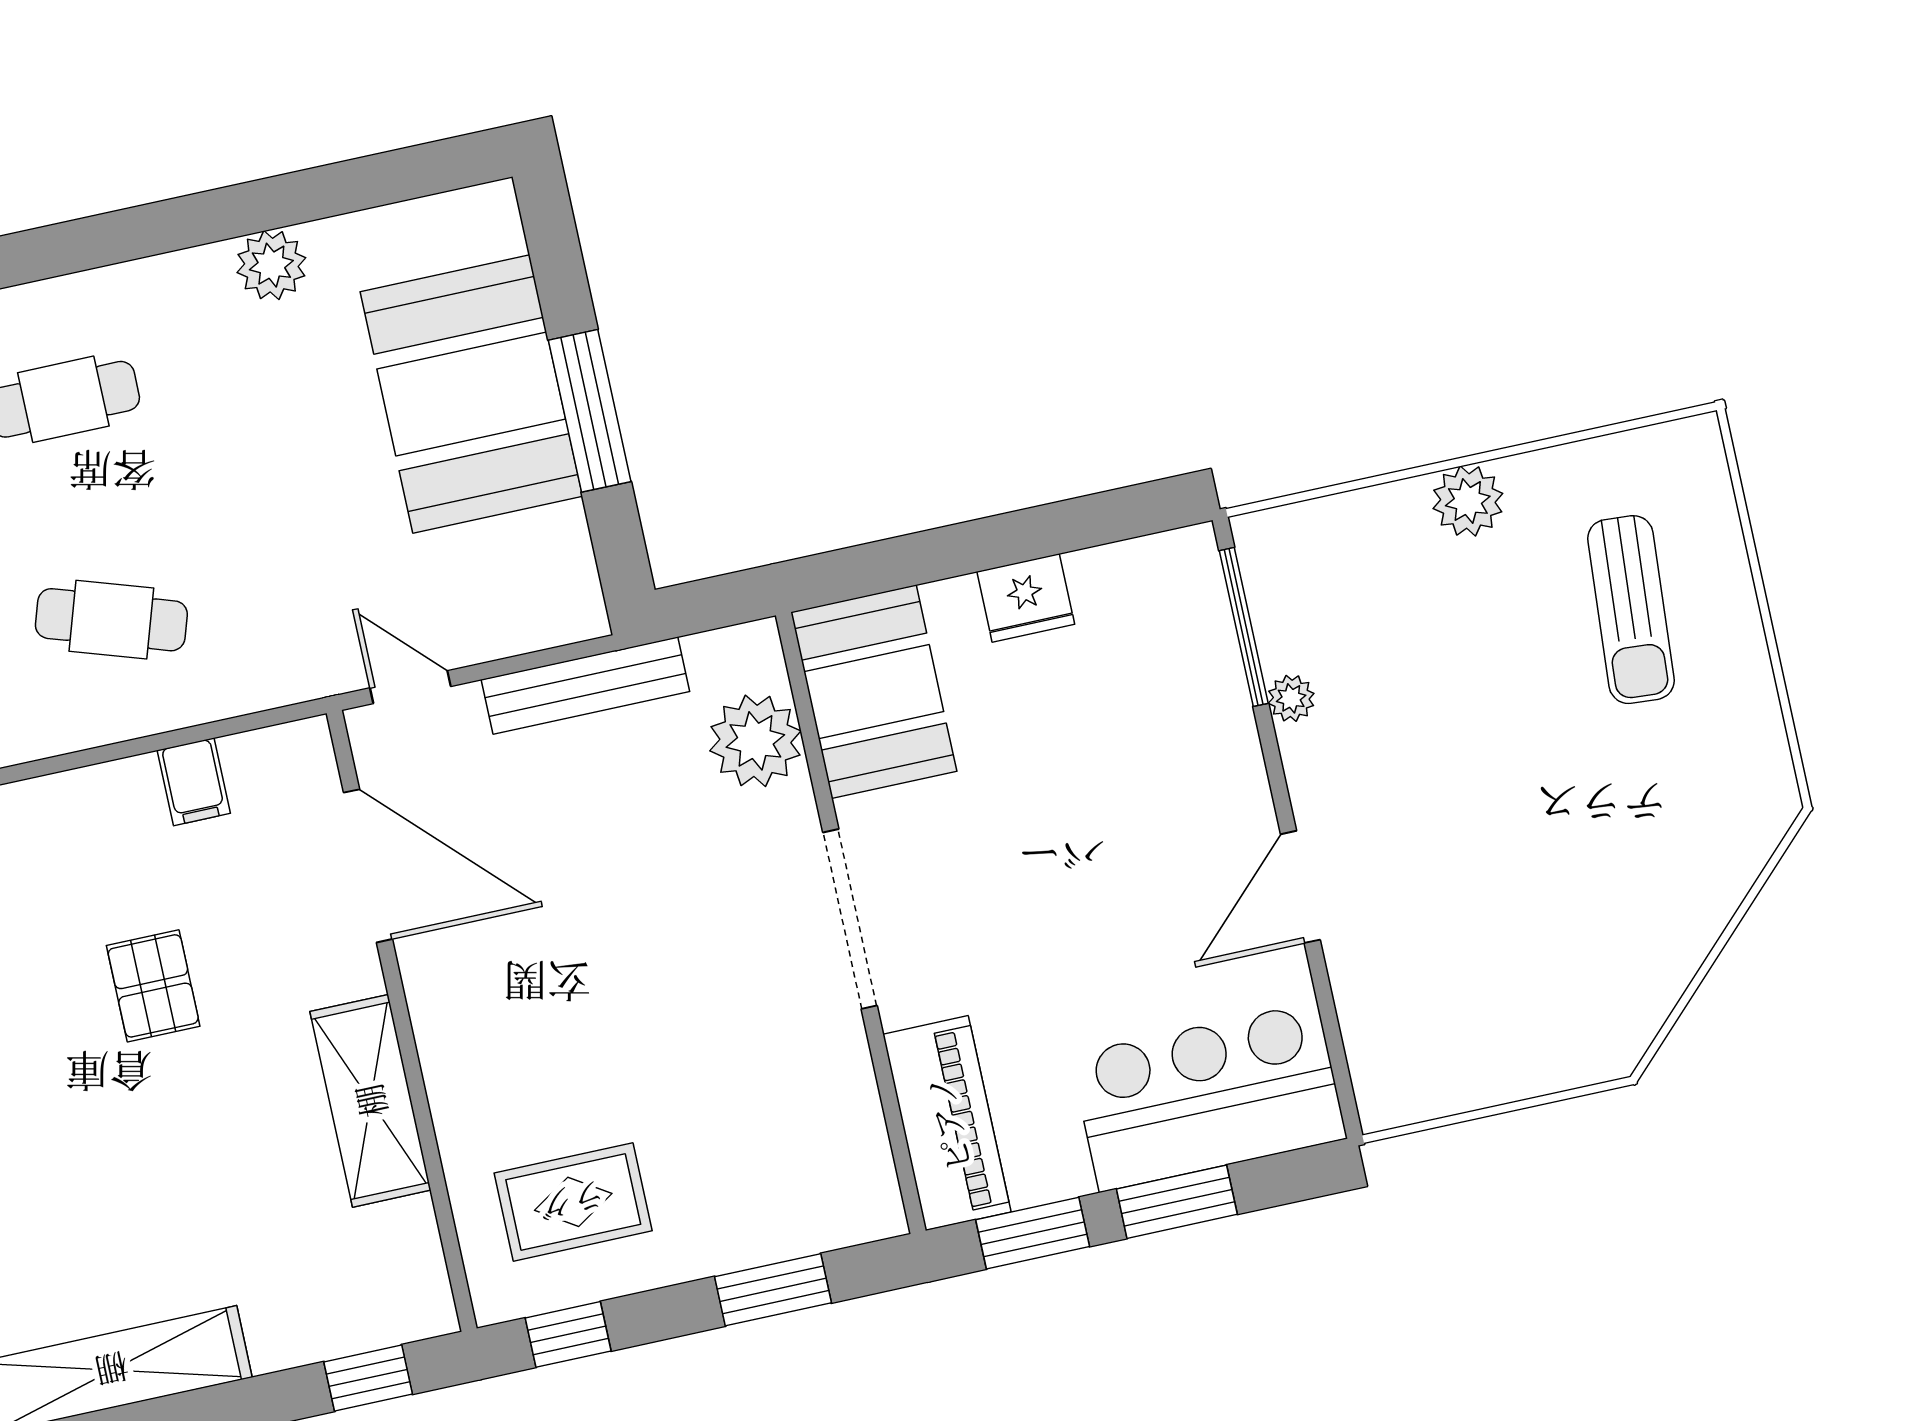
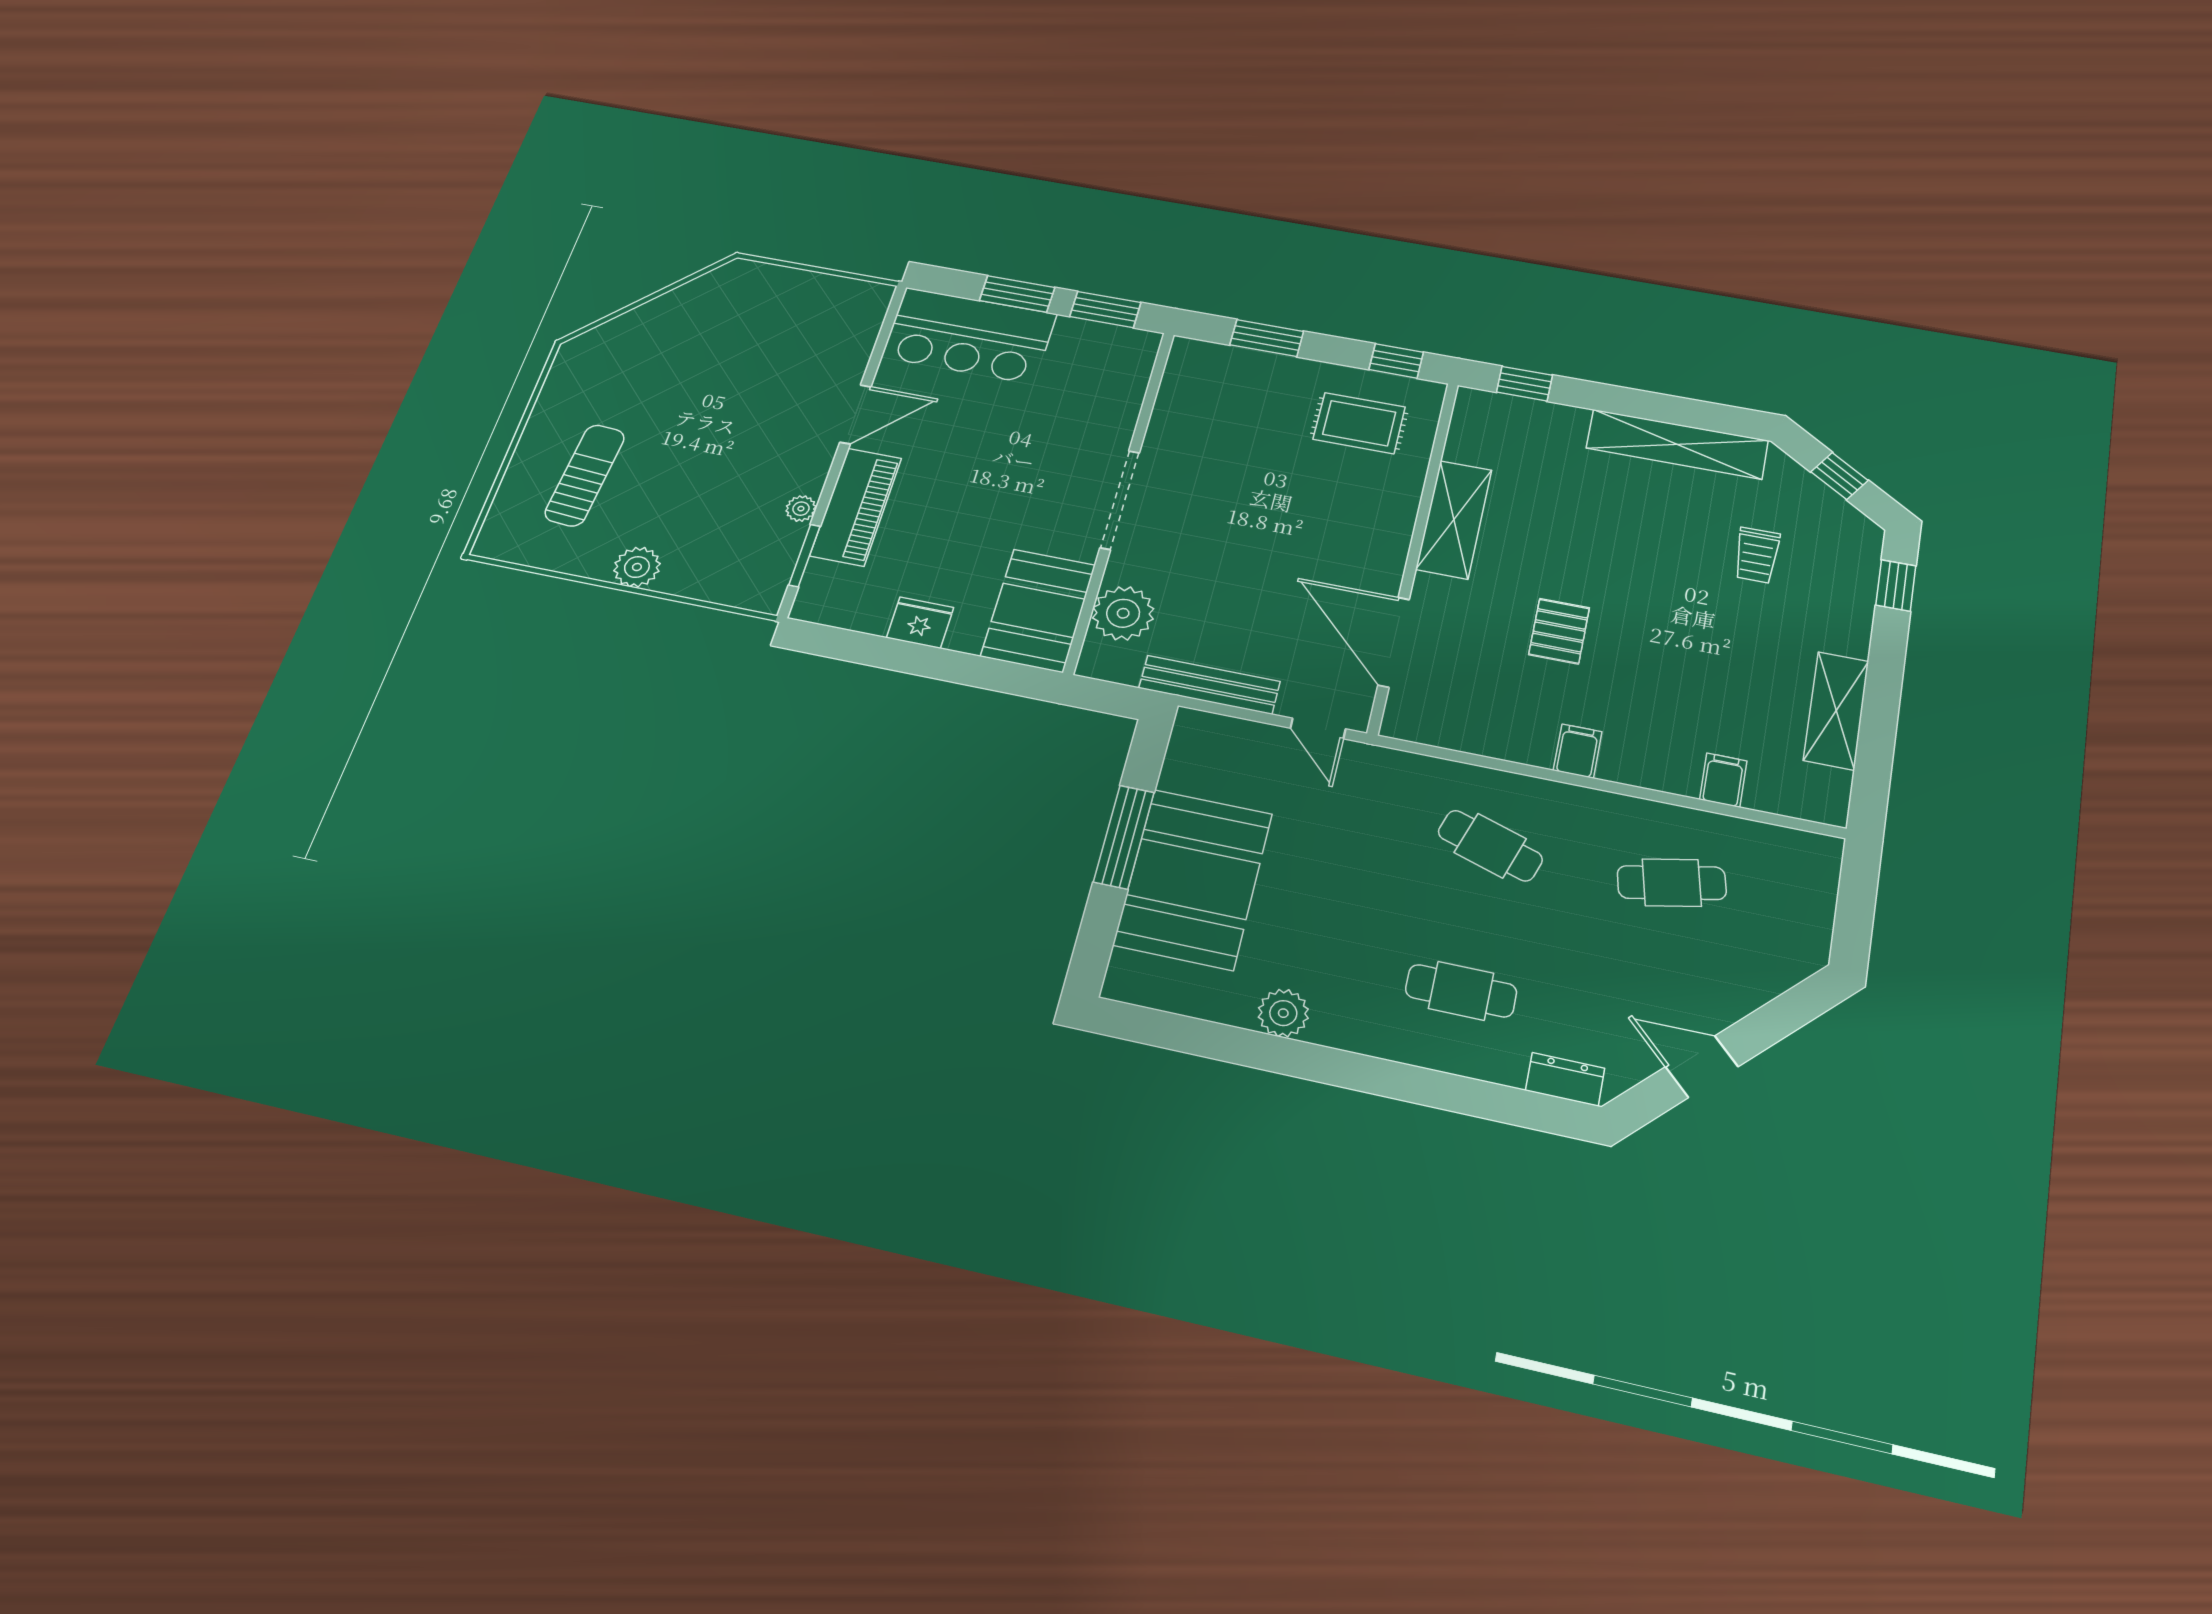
window: (1244, 627) -> (804, 556), width x0.69
filing cabinet: (194, 782) -> (1578, 751), moved
piano: (947, 1123) -> (856, 507), moved, turned 180

